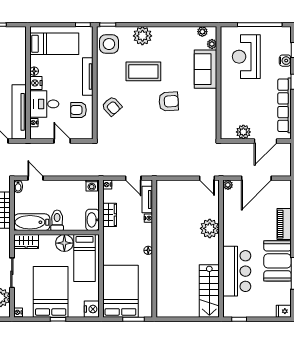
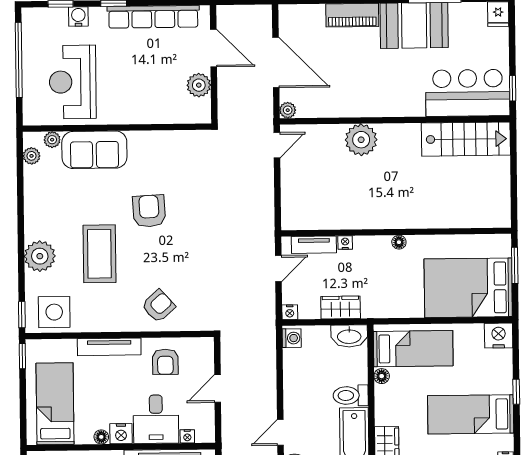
reception desk: (246, 57) -> (73, 82), turned 90
floor lamp: (64, 243) -> (382, 376), width x0.53, depth x0.53
bar counter: (237, 271) -> (468, 93), moved
bed: (51, 292) -> (471, 414), width x0.67

